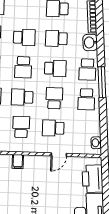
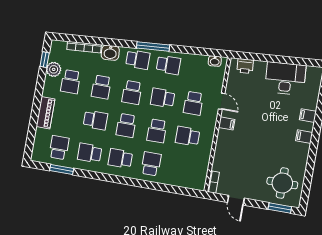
school desk: (24, 37) -> (95, 120), turned 90
school desk: (23, 67) -> (126, 125), turned 90
school desk: (55, 68) -> (132, 92), turned 180
filing cabinet: (18, 162) -> (227, 123), moved
printer: (92, 179) -> (245, 66), width x0.53, depth x0.68

